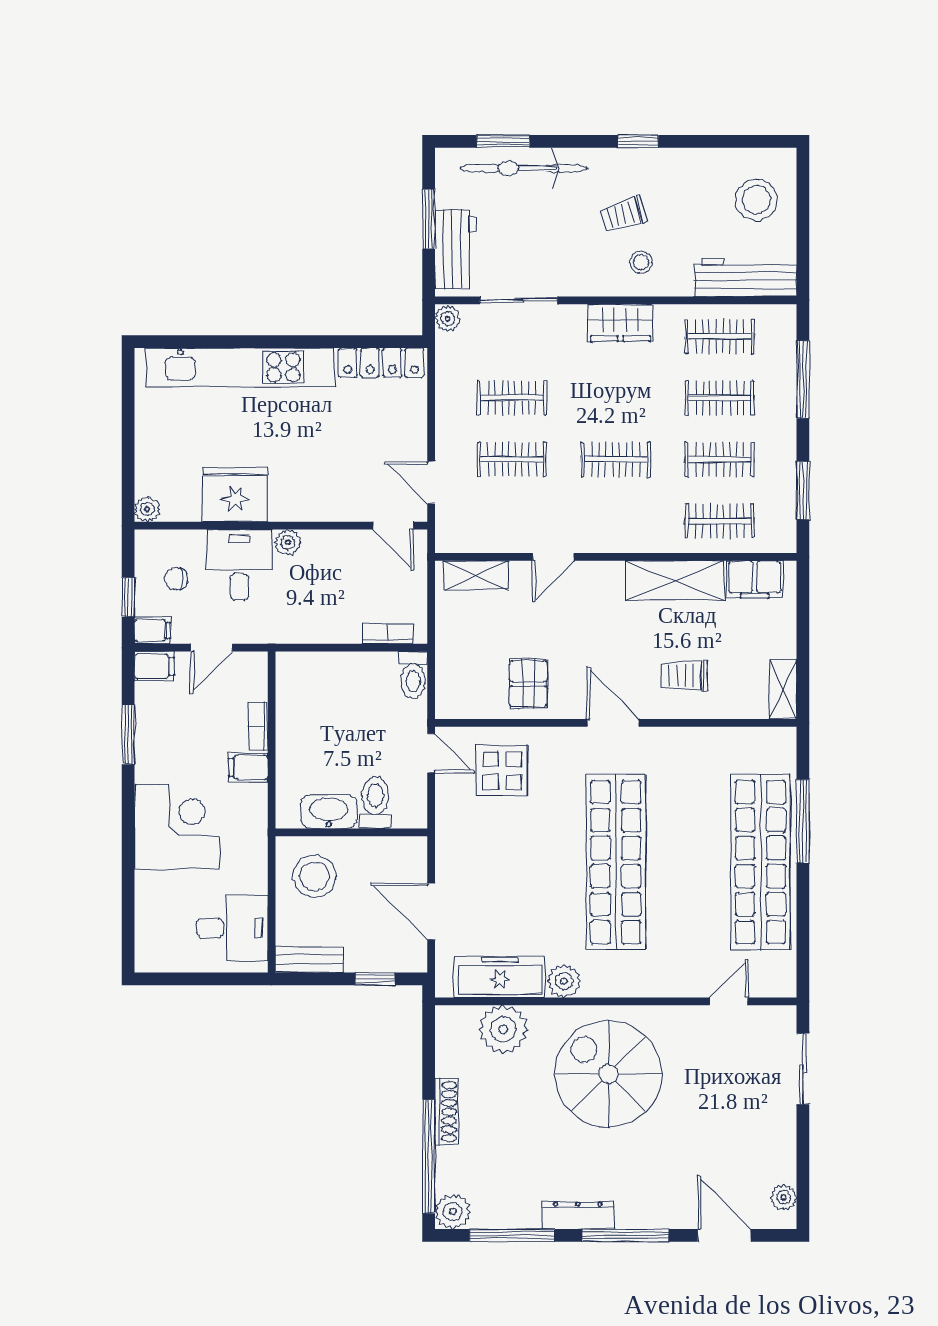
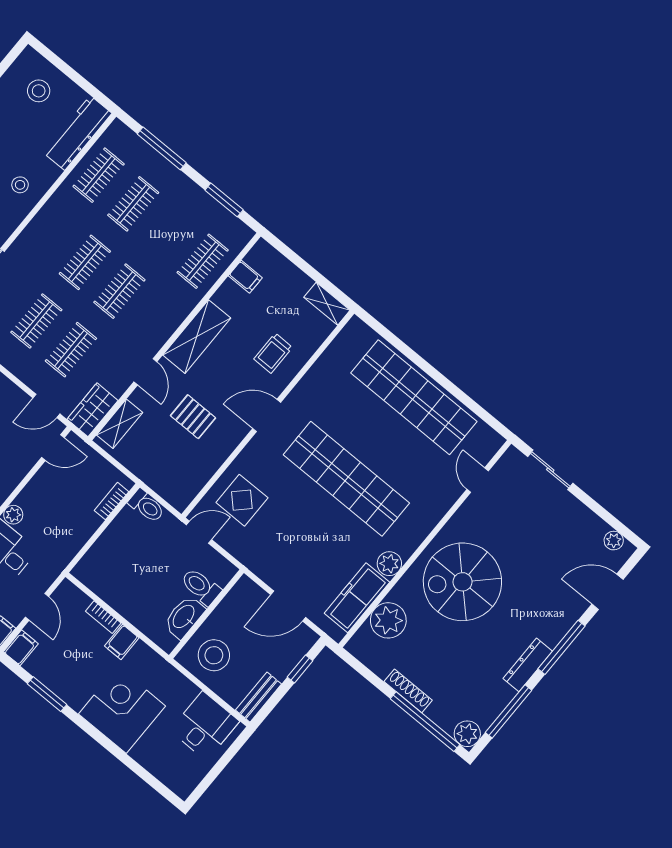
stool: (756, 200) -> (39, 91), width x0.73, depth x0.73
wardrobe: (620, 323) -> (92, 410), moved, turned 180
clothes rail: (720, 459) -> (85, 262), moved
filing cabinet: (755, 579) -> (245, 277), width x0.50
shelving: (675, 580) -> (197, 337), moved
pallet: (528, 684) -> (193, 417), moved
window: (803, 821) -> (411, 354), removed

